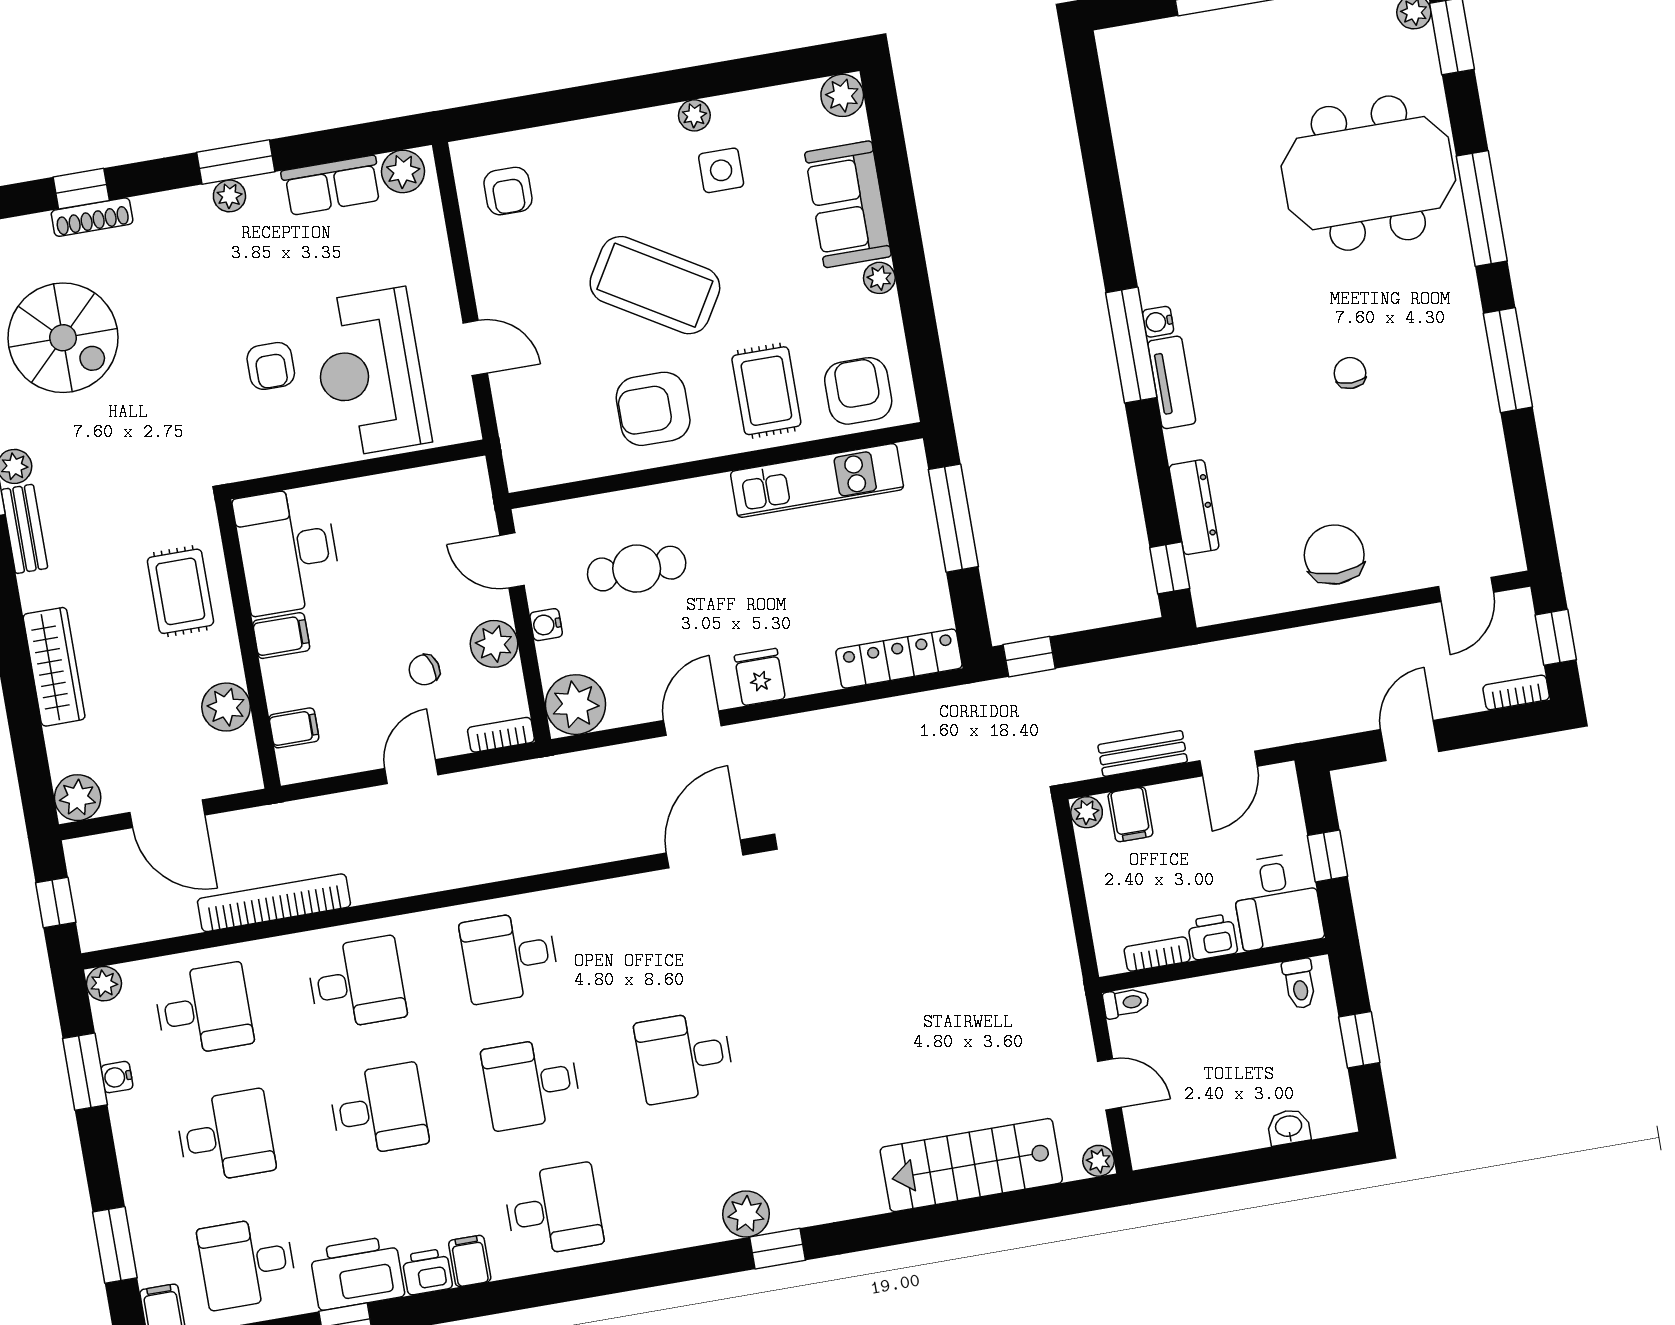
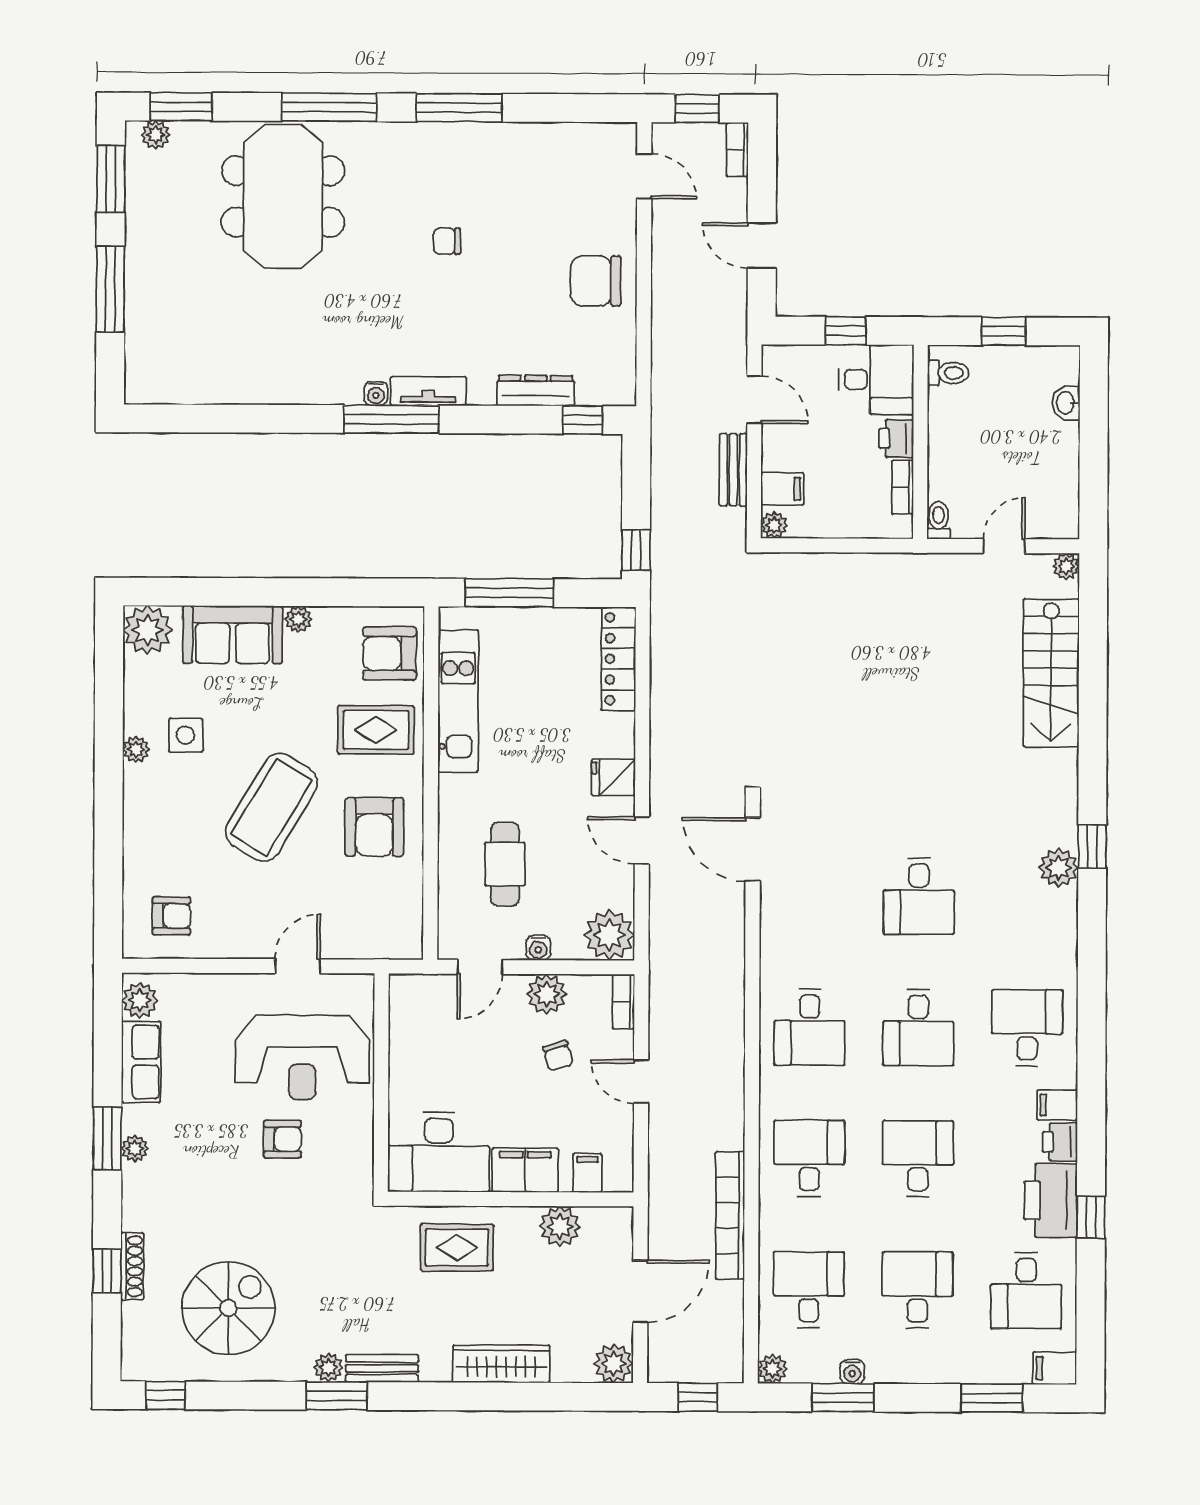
plant: (842, 95) -> (147, 630), width x1.36, depth x1.36
filing cabinet: (281, 636) -> (525, 1170), width x2.00

